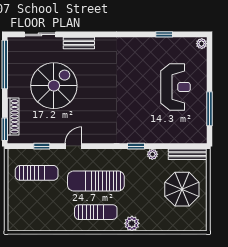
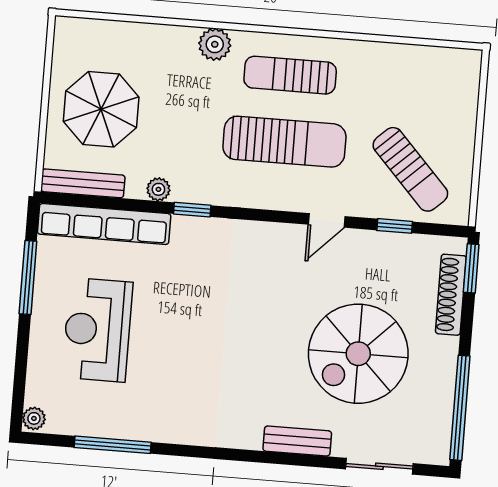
window: (164, 34) -> (113, 445), width x2.17
row of seats: (176, 136) -> (104, 224), added
sun lounger: (37, 173) -> (410, 169), turned -133

